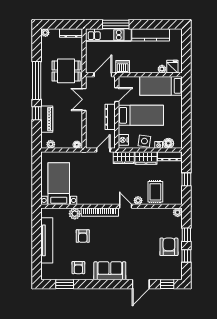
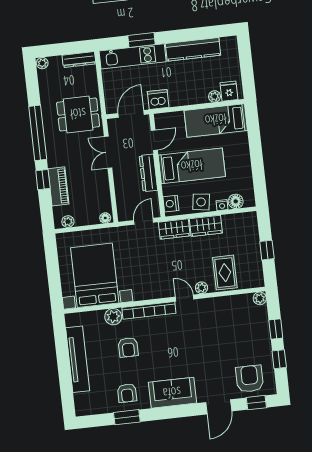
window: (116, 24) -> (142, 40), width x0.69
dresser: (169, 156) -> (239, 220), removed
bed with nightstands: (59, 184) -> (95, 275), width x1.36
armchair: (169, 247) -> (250, 379), moved
window: (65, 284) -> (127, 417), moved

